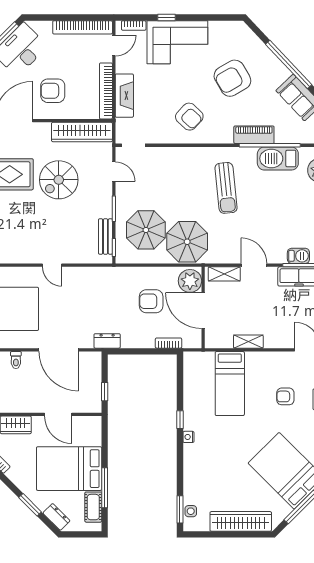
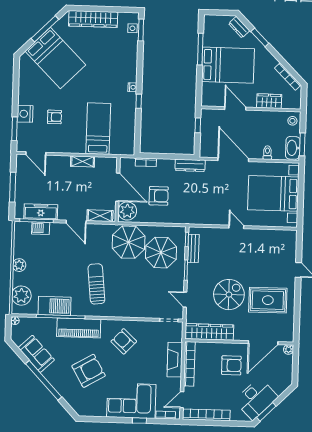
piano: (254, 135) -> (79, 328), width x1.37, depth x1.33
dresser: (107, 341) -> (190, 165), width x1.44
cot: (93, 507) -> (210, 34), removed

